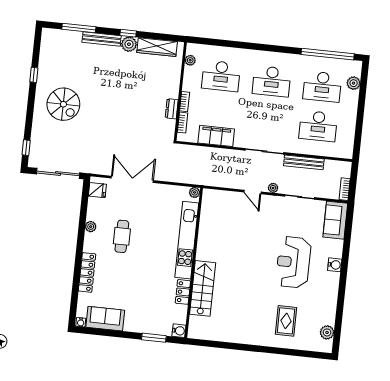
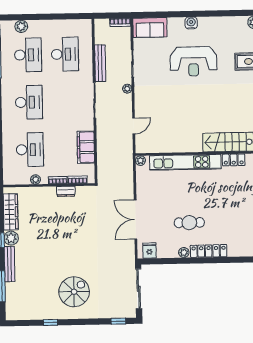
plant: (190, 60) -> (35, 179), moved
door: (253, 192) -> (134, 126), moved
locker: (87, 272) -> (209, 251), moved

